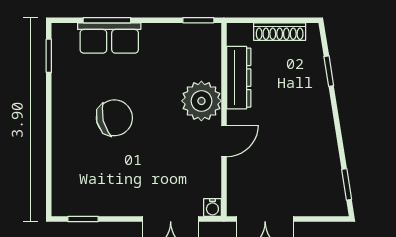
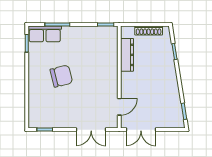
row of seats: (109, 38) -> (45, 34), moved
plant: (201, 101) -> (107, 67), removed
door: (224, 141) -> (119, 107), moved
water cooler: (212, 207) -> (113, 123), removed

